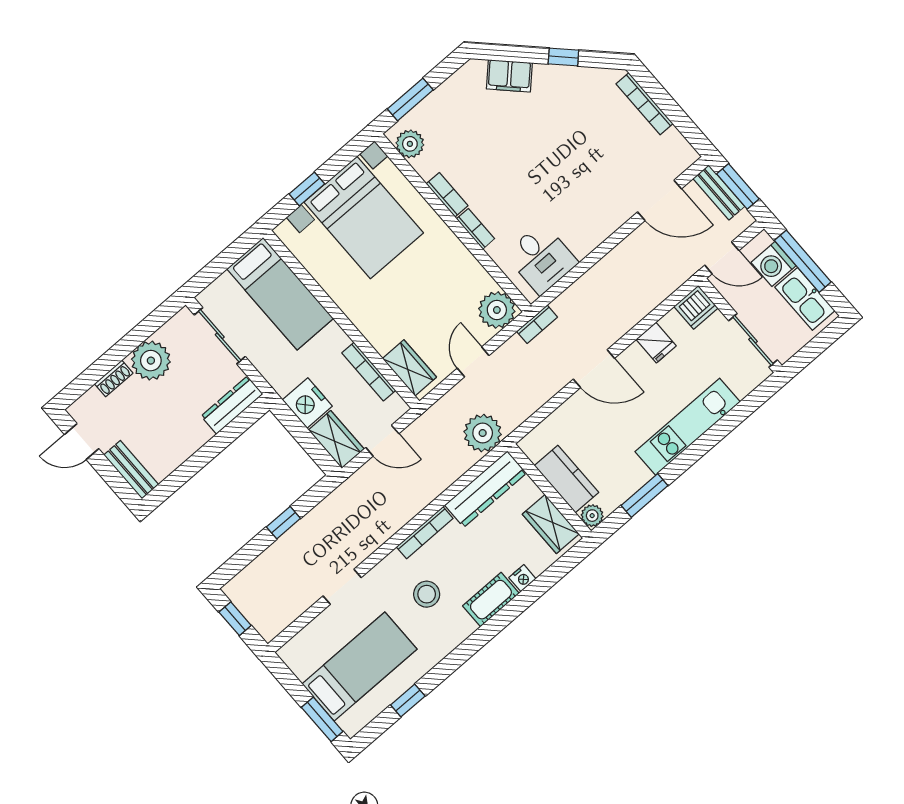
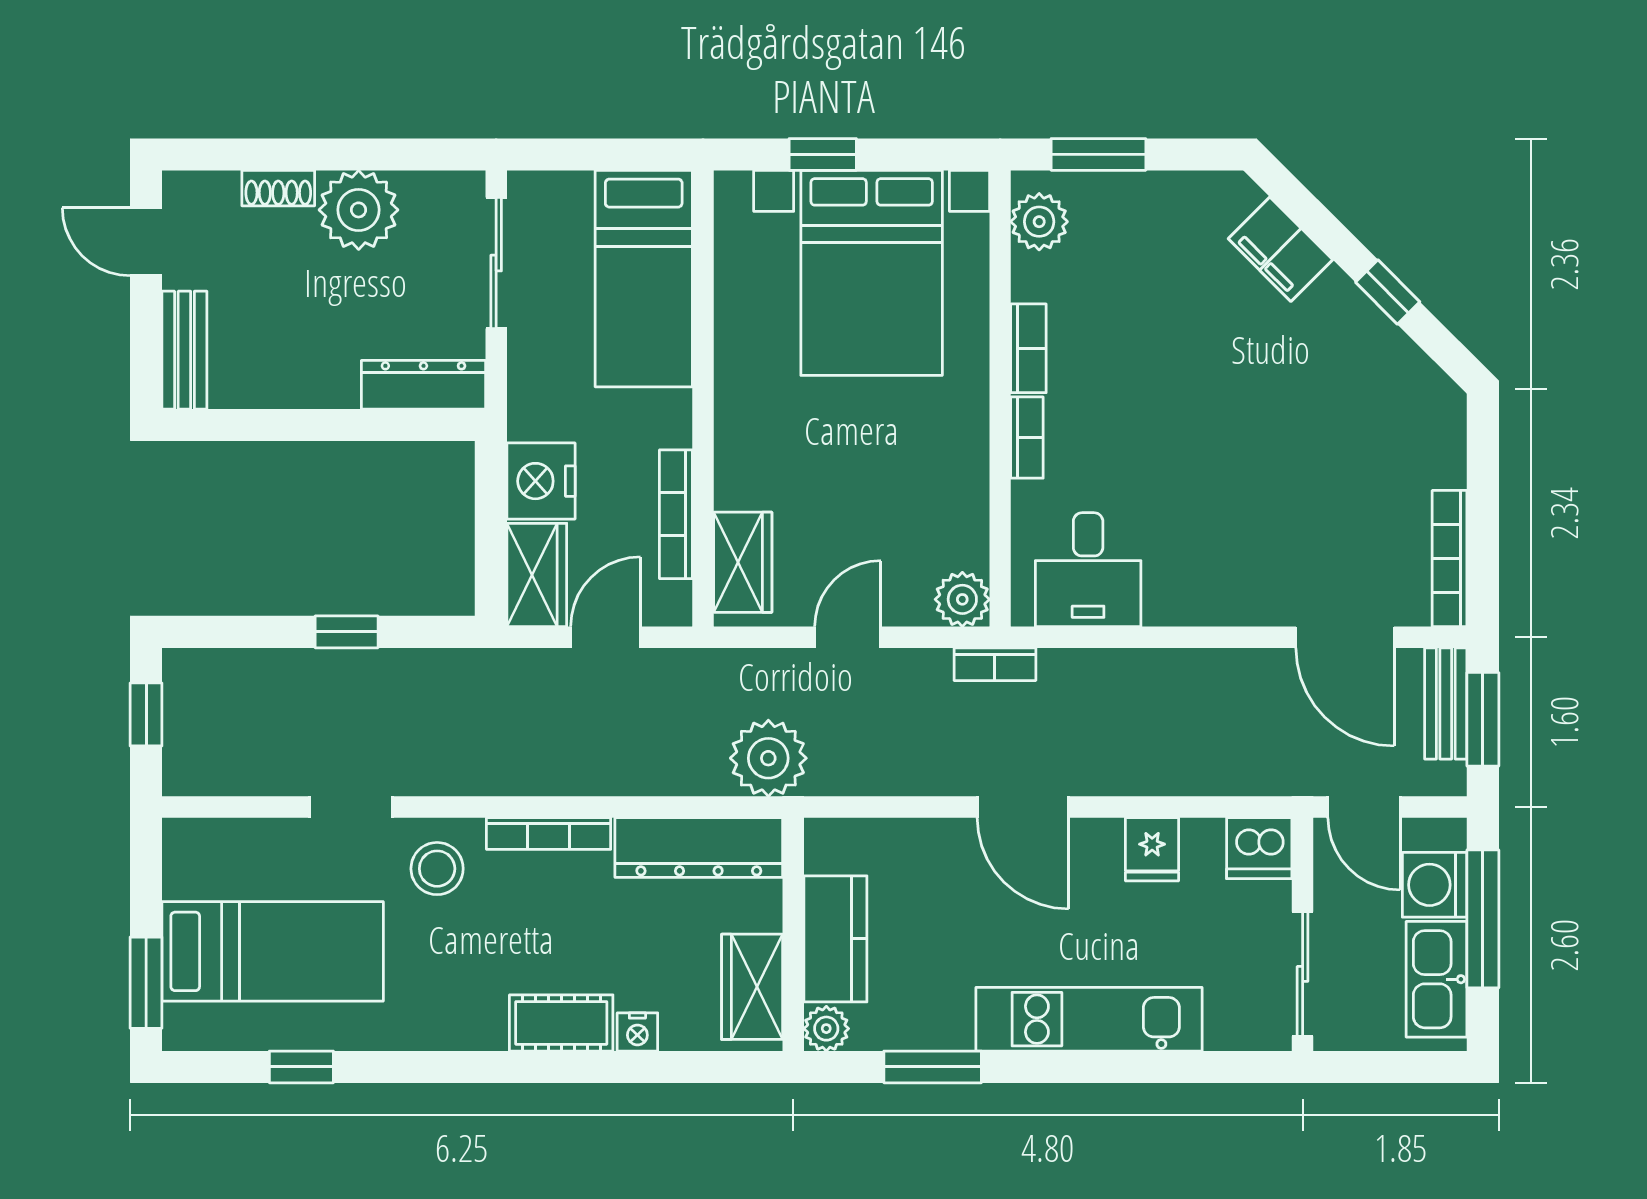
bookcase: (644, 104) -> (1450, 559), moved
plant: (497, 310) -> (962, 599), width x0.73, depth x0.73
door: (382, 441) -> (606, 637), swing flipped
stool: (427, 594) -> (437, 869), moved

